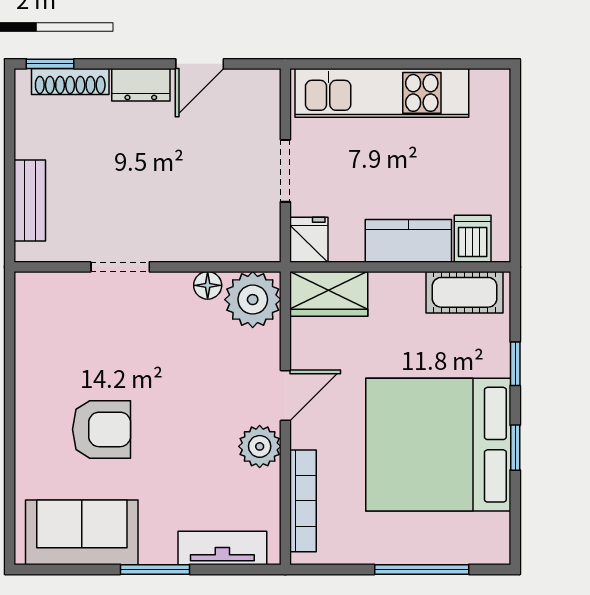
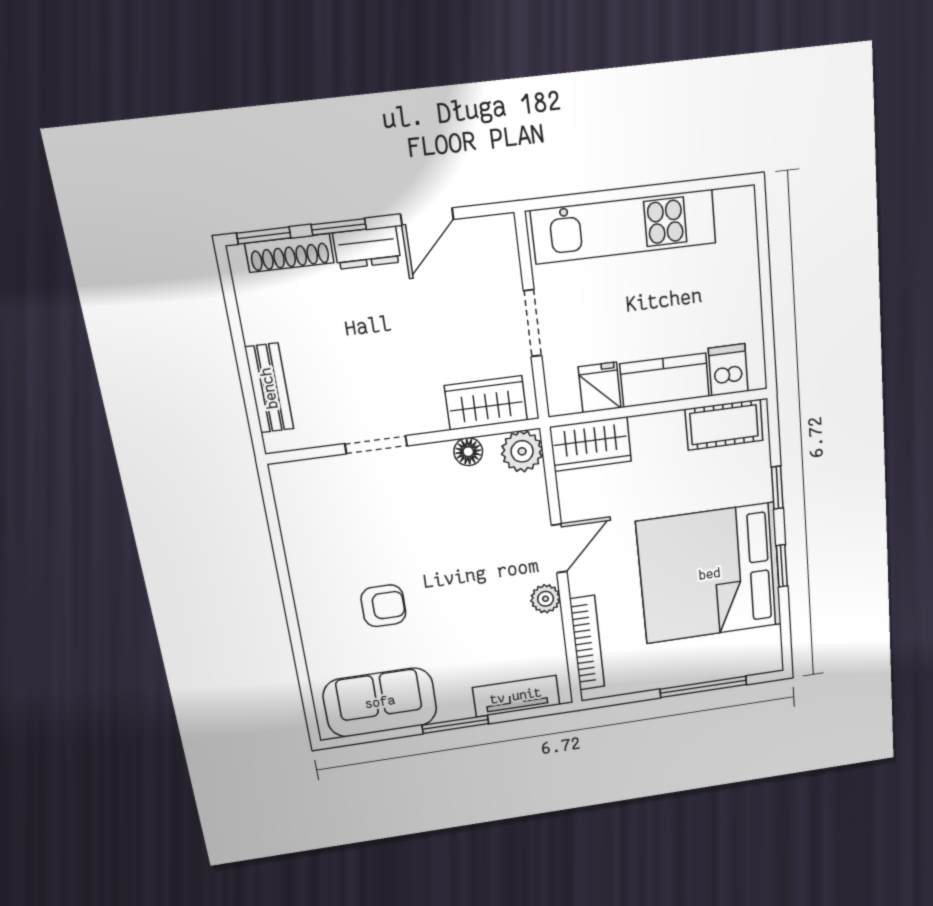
window: (118, 64) -> (339, 227), added
wardrobe: (231, 240) -> (486, 403), added
fridge: (309, 240) -> (600, 387), moved
plant: (253, 300) -> (522, 451), width x0.73, depth x0.73
armchair: (102, 429) -> (383, 606), width x0.72, depth x0.72
plant: (260, 446) -> (546, 599), width x0.73, depth x0.73

